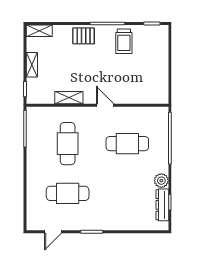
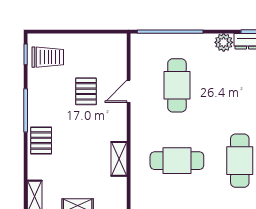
trolley: (124, 41) -> (48, 57), moved
pallet: (123, 71) -> (86, 91), added
door: (105, 105) -> (129, 91), moved

